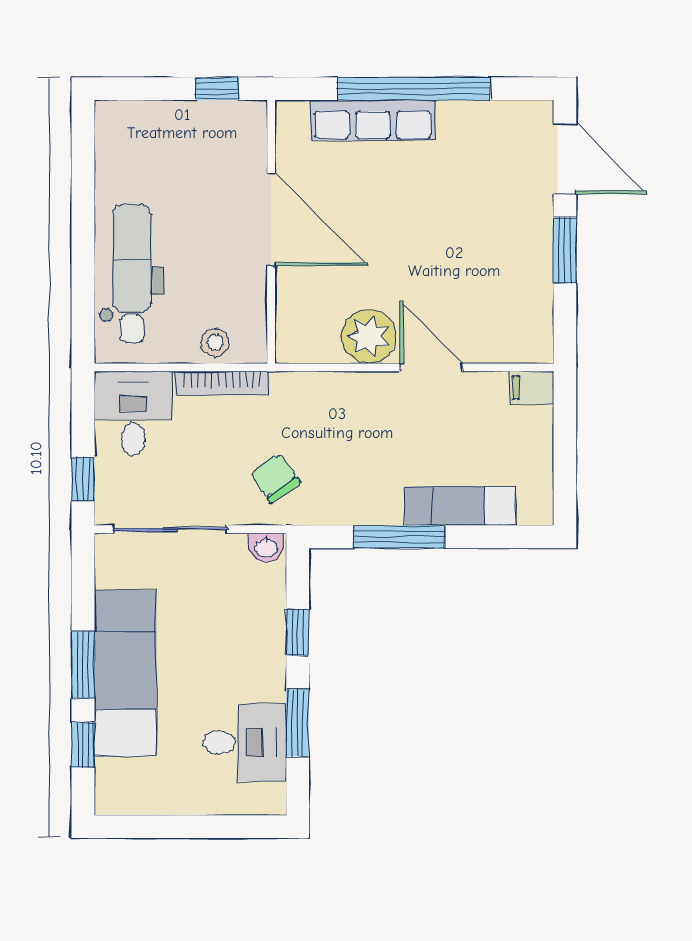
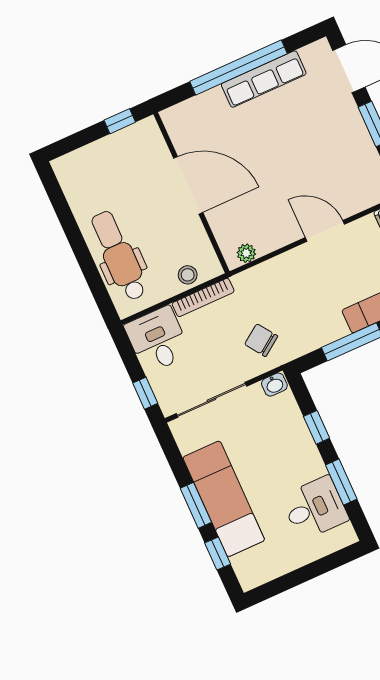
row of seats: (373, 120) -> (264, 79), moved
plant: (369, 336) -> (246, 253), moved, width x0.53, depth x0.53

